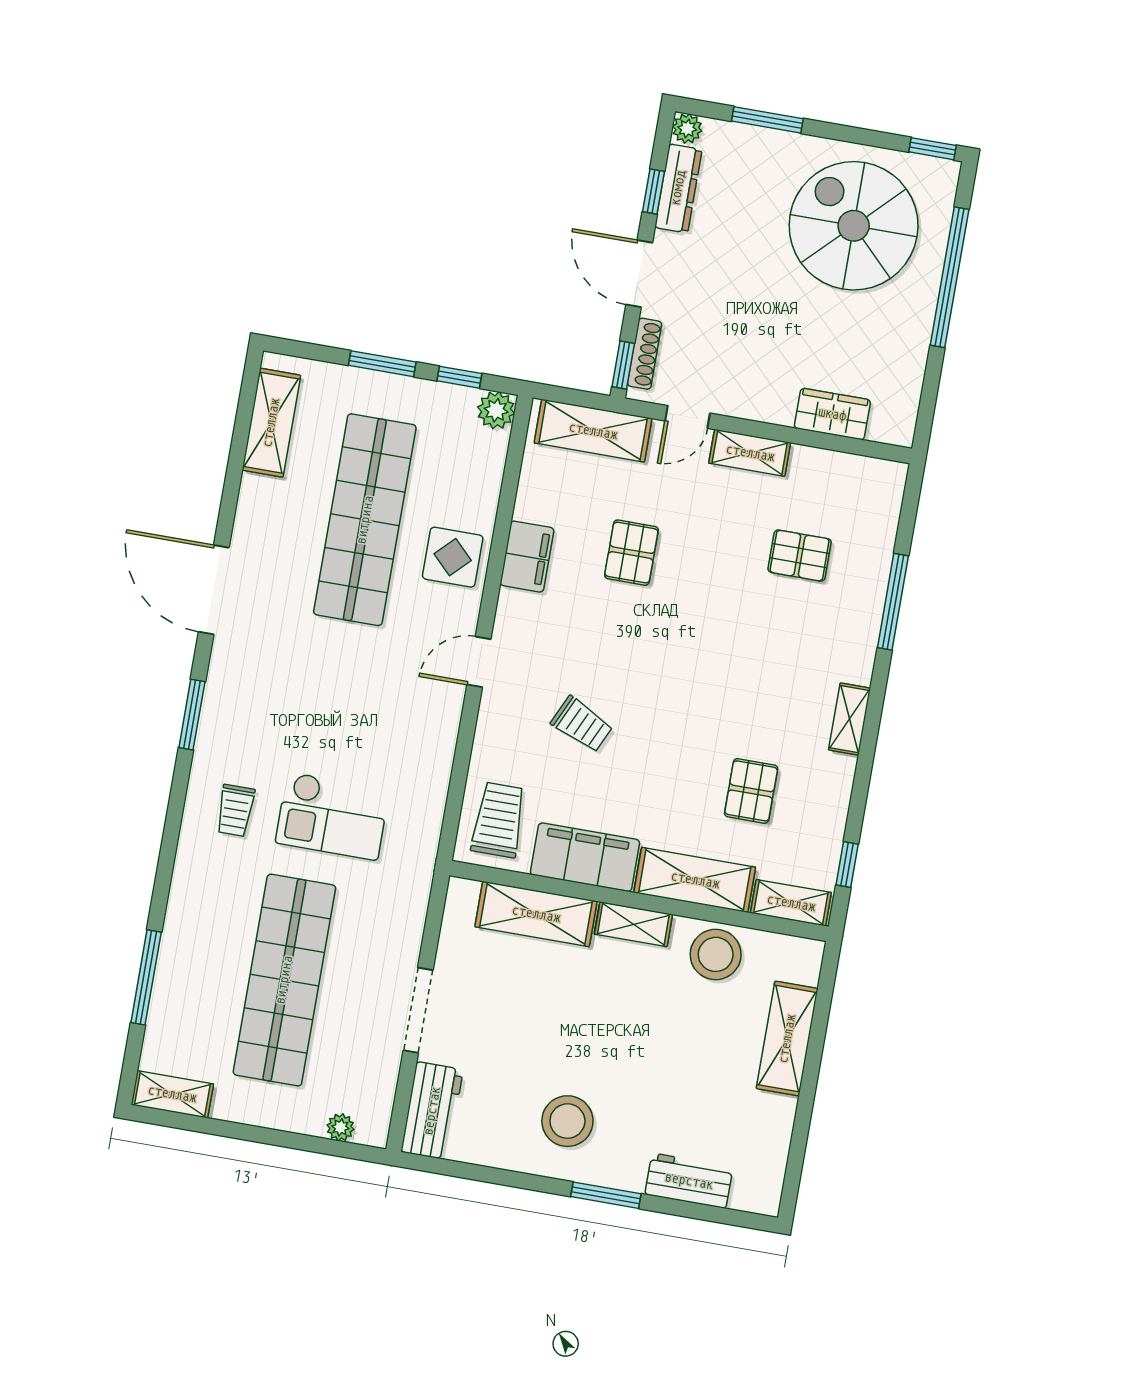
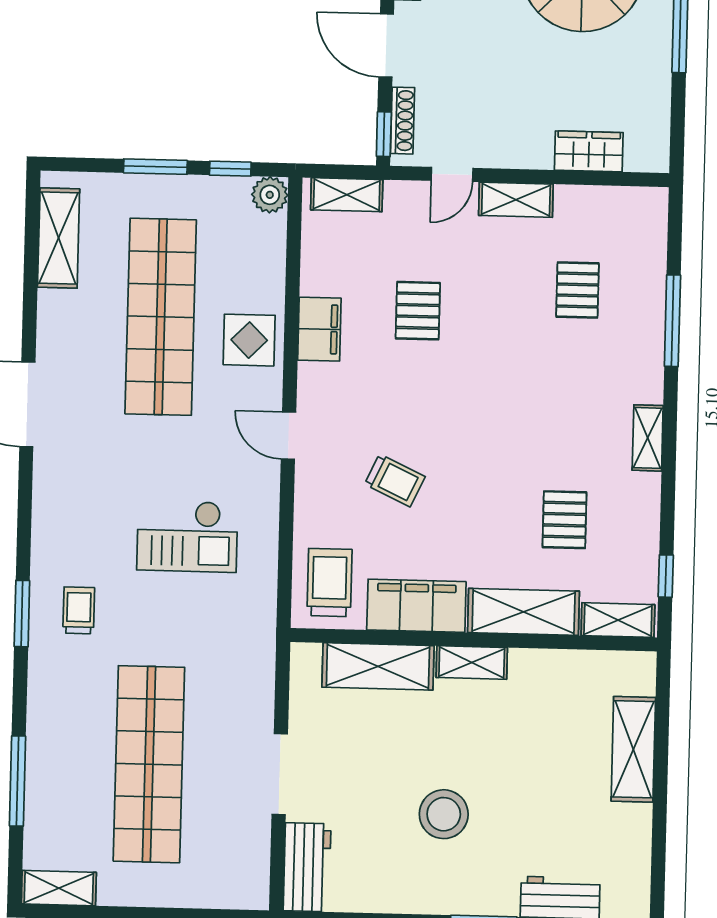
shelving: (593, 431) -> (347, 195), width x0.67, depth x0.75
pallet: (800, 556) -> (578, 290), turned 90
door: (479, 662) -> (289, 436), hinge flipped
window: (192, 715) -> (22, 614), moved
trolley: (235, 810) -> (79, 610), turned 180
checkout: (332, 816) -> (187, 536), moved
stool: (716, 954) -> (554, 680), removed
stool: (567, 1121) -> (444, 814), moved
plant: (340, 1127) -> (223, 896), removed

